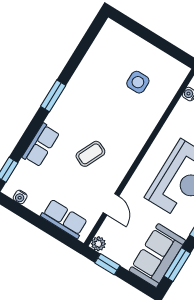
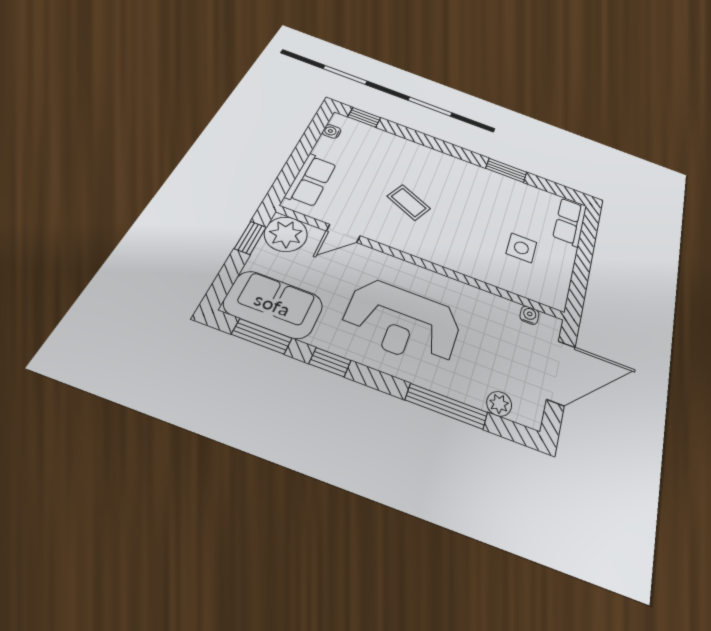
window: (53, 96) -> (506, 170), moved
row of seats: (41, 145) -> (570, 222), moved, turned 90
plant: (98, 244) -> (286, 234), width x1.87, depth x1.87

